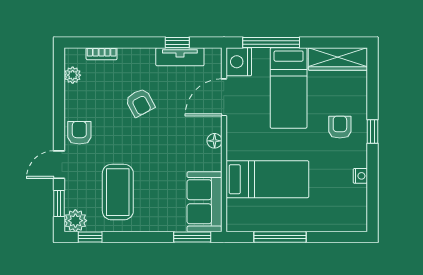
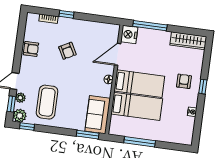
window: (177, 42) -> (67, 14), moved
tv unit: (180, 57) -> (95, 27), removed
plant: (73, 75) -> (20, 98), moved
bed: (289, 88) -> (139, 84), moved, turned -90
armchair: (79, 133) -> (31, 49), moved, turned 90

